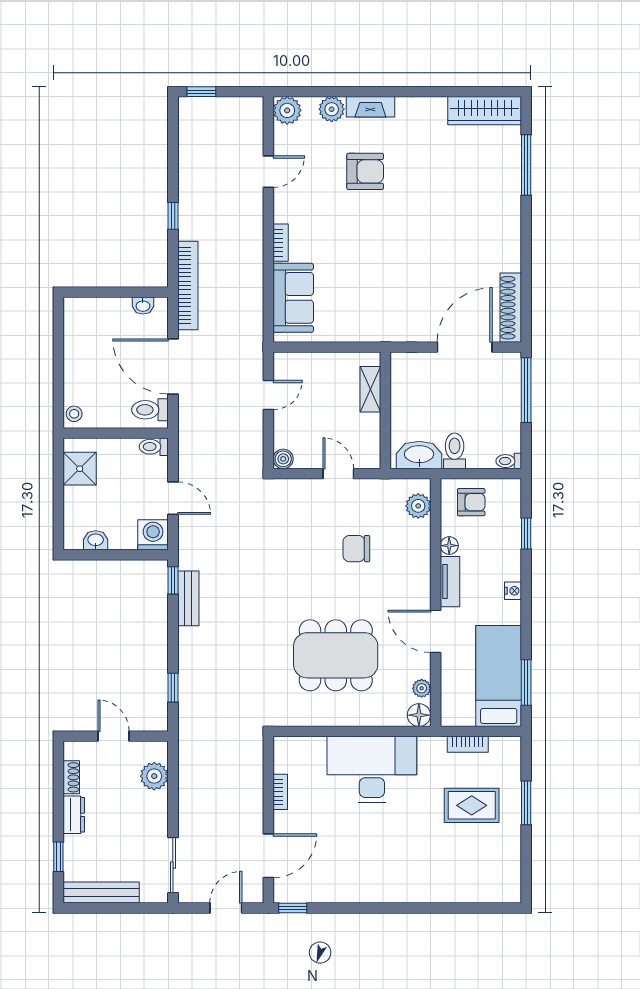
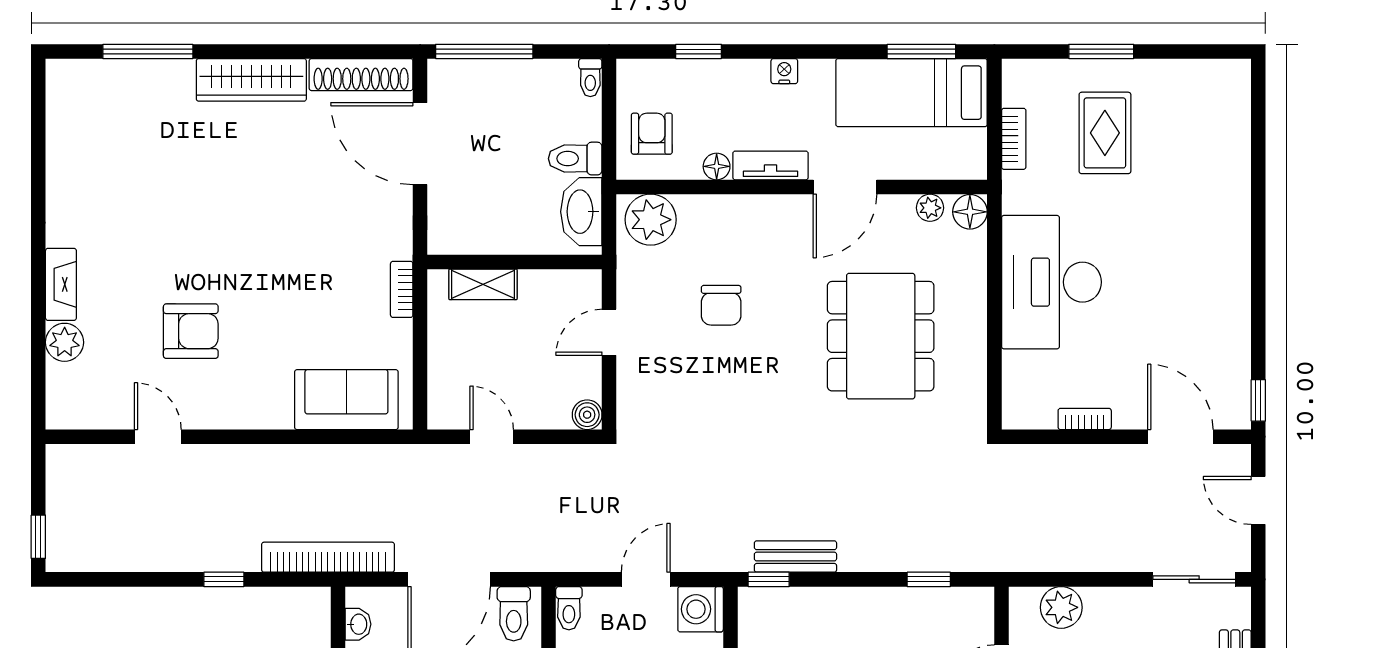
plant: (287, 110) -> (66, 409), removed
wardrobe: (485, 111) -> (251, 80), moved, turned 90
armchair: (365, 171) -> (191, 331), moved, turned 90
bookcase: (281, 243) -> (402, 289), moved, turned -90
plant: (418, 506) -> (651, 220), width x1.36, depth x1.36

